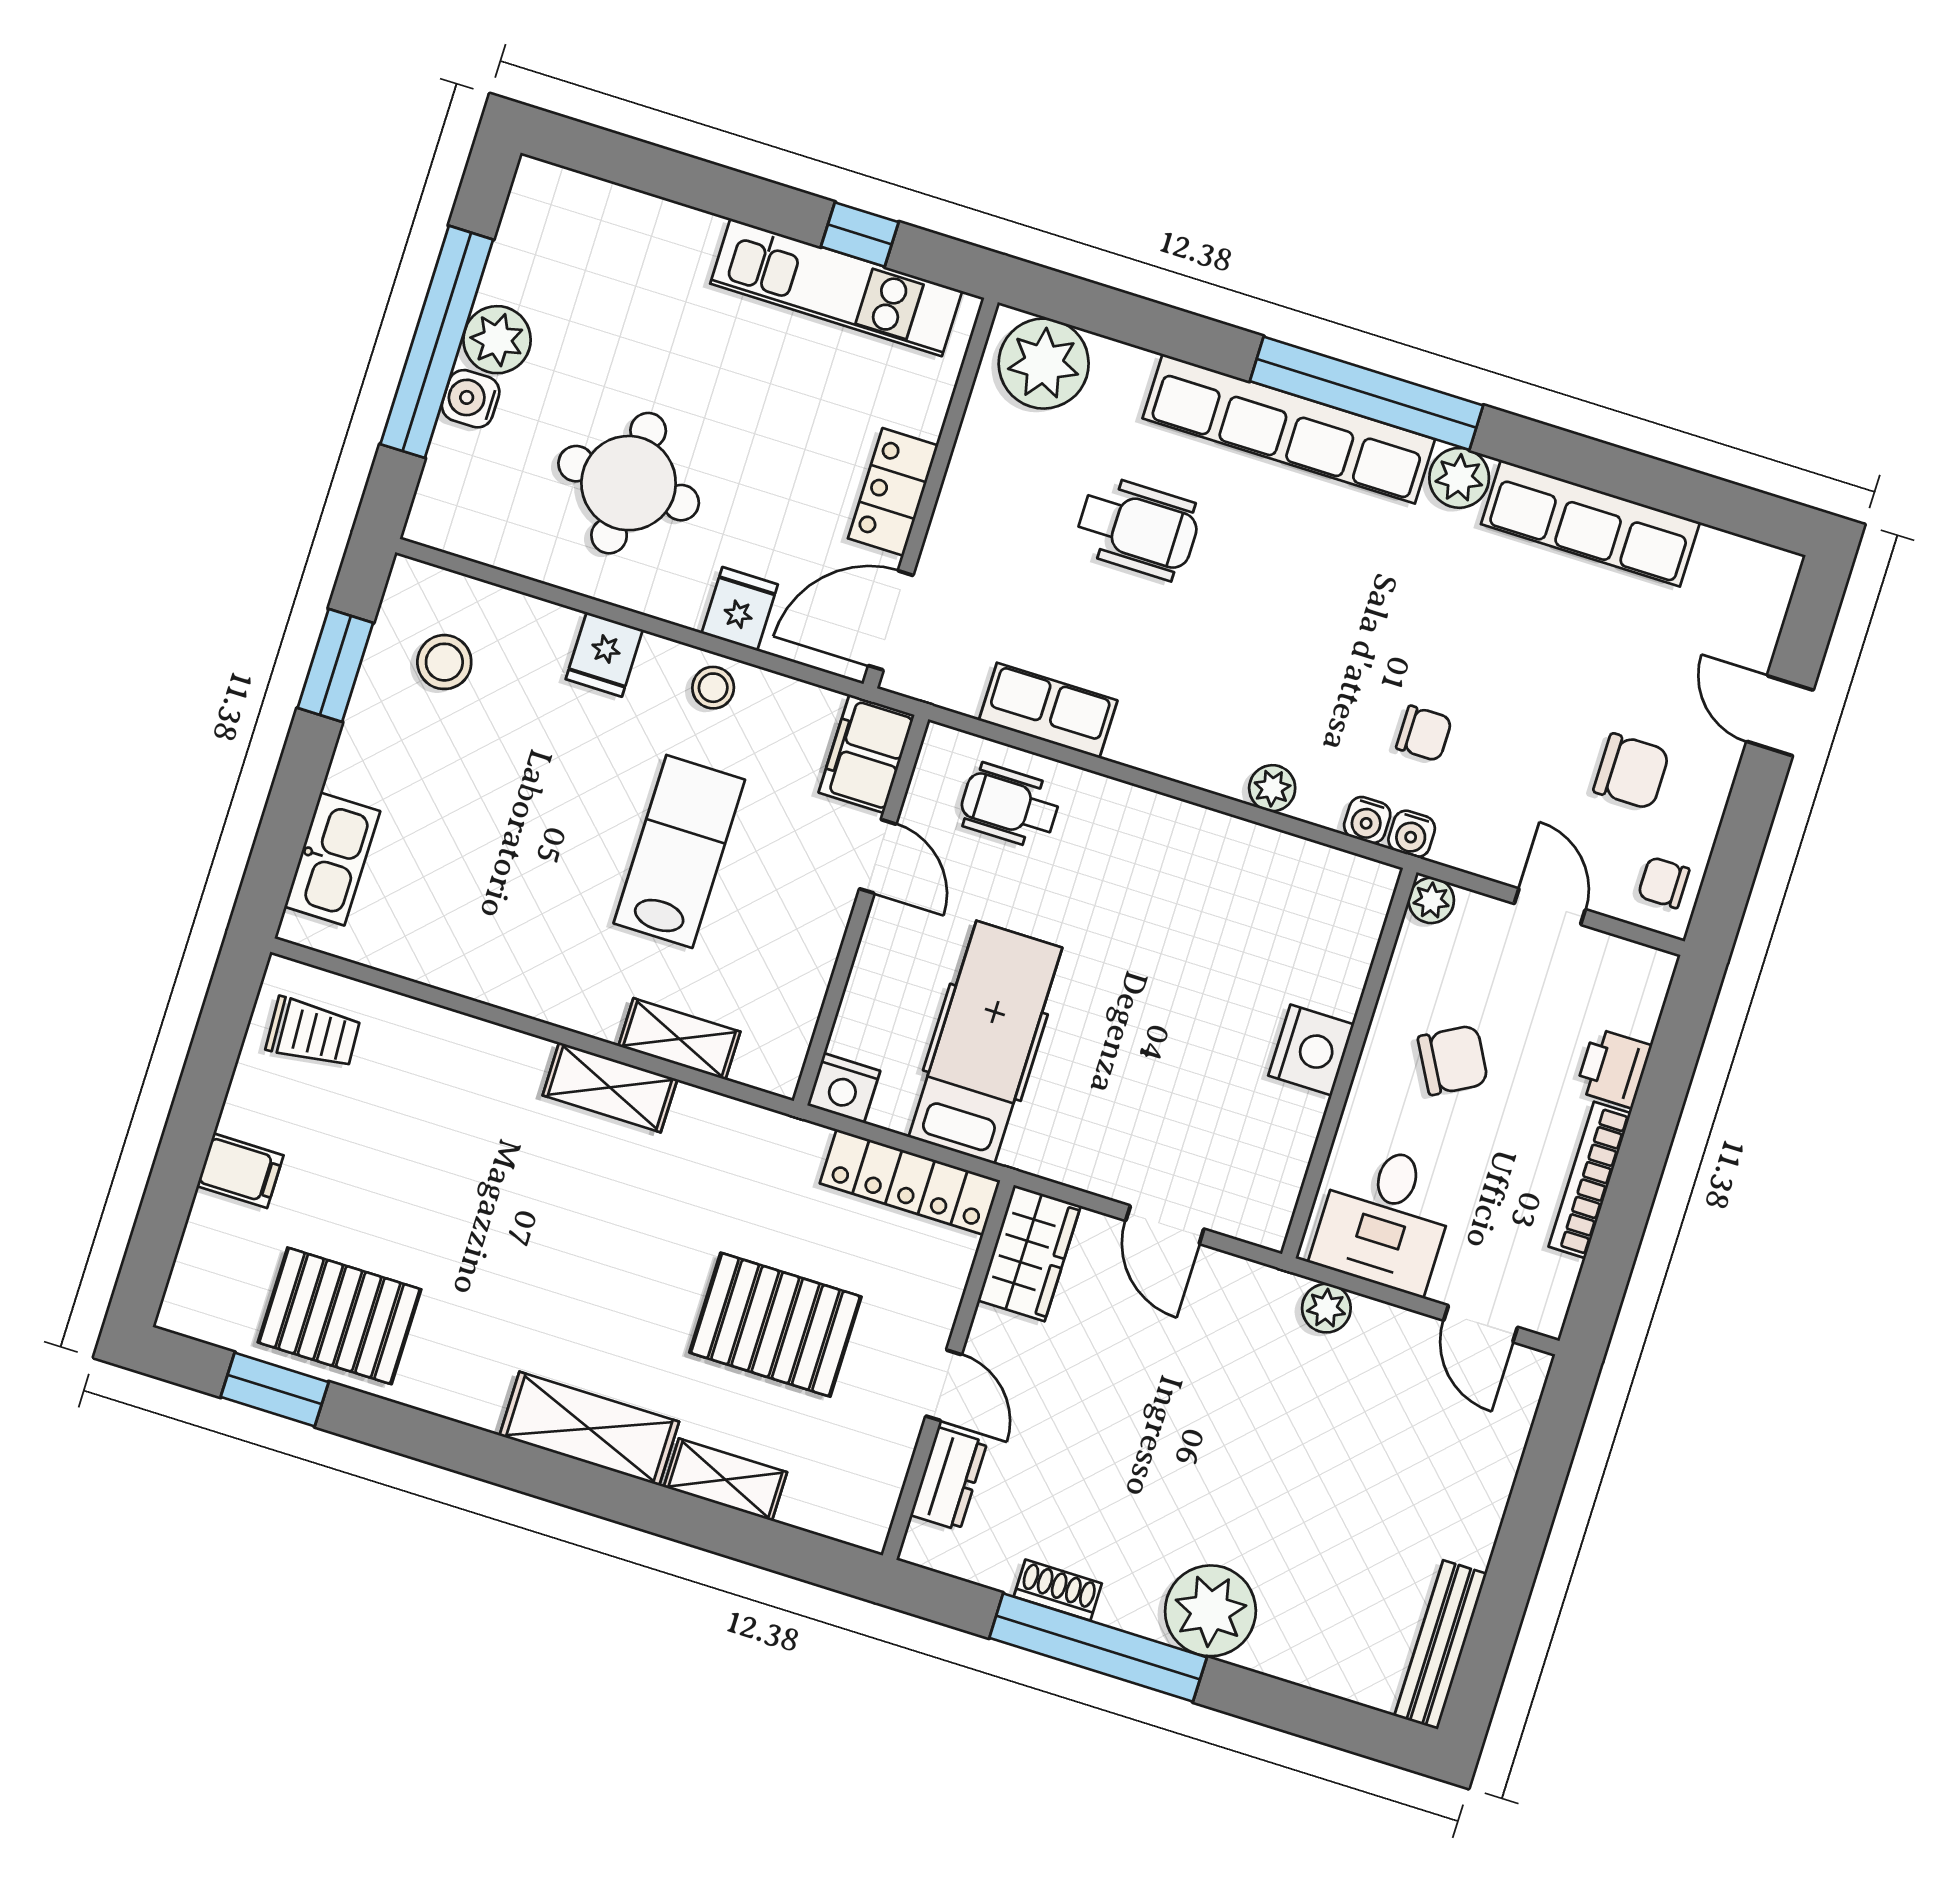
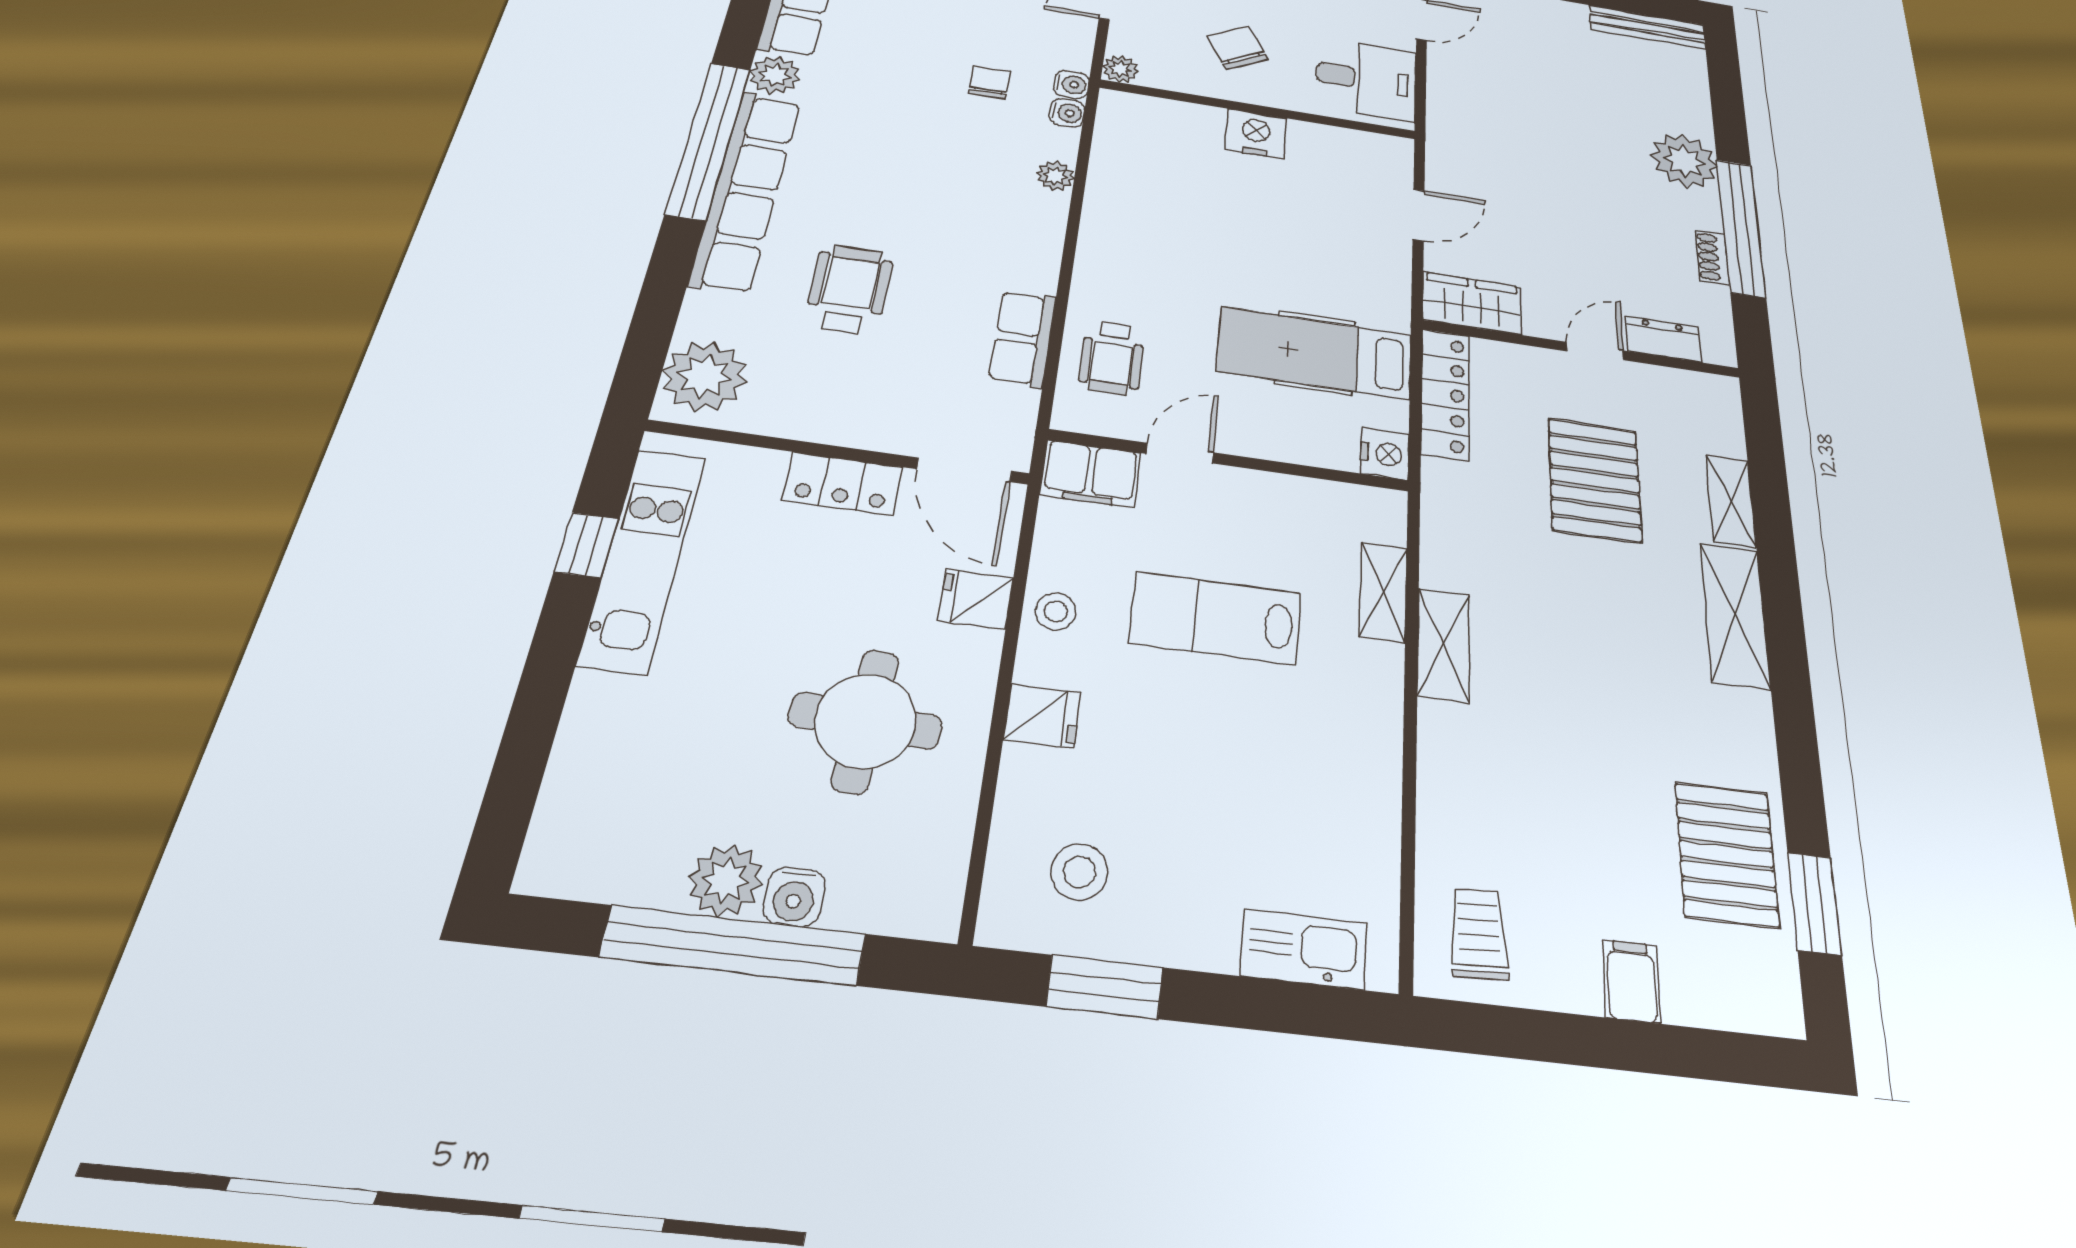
plant: (1326, 1308) -> (1444, 109), removed

